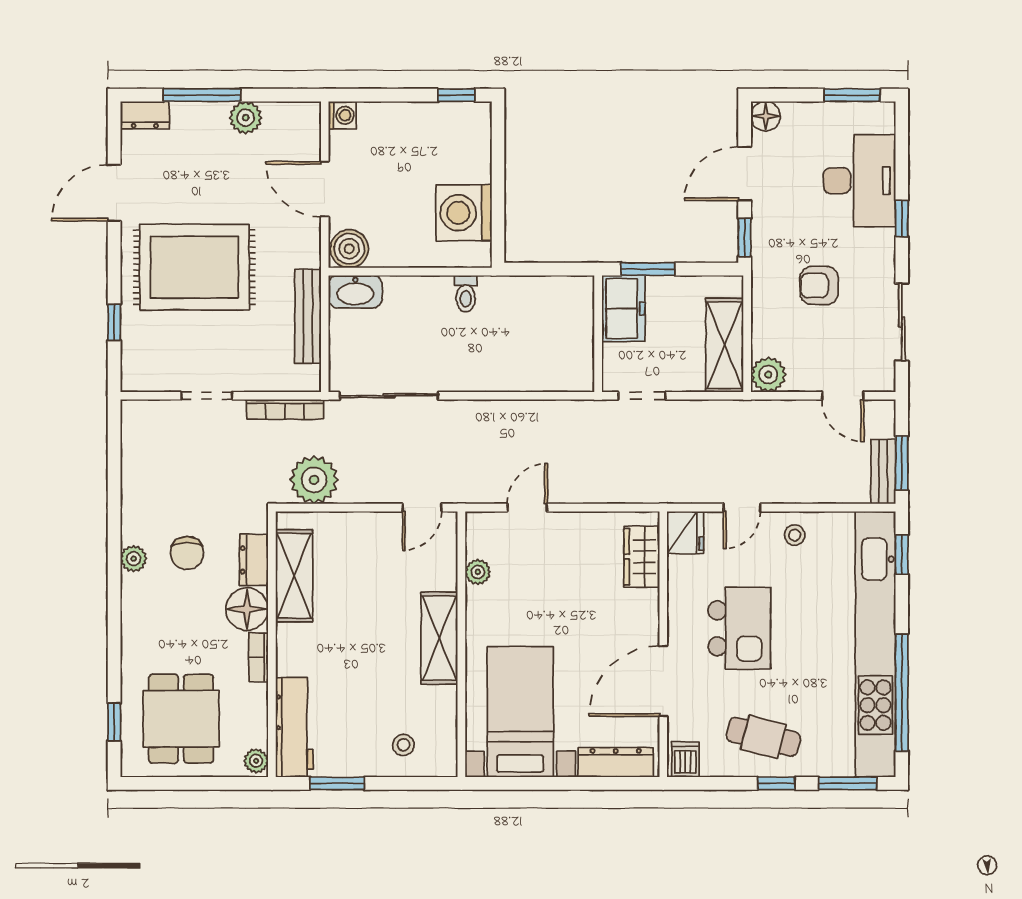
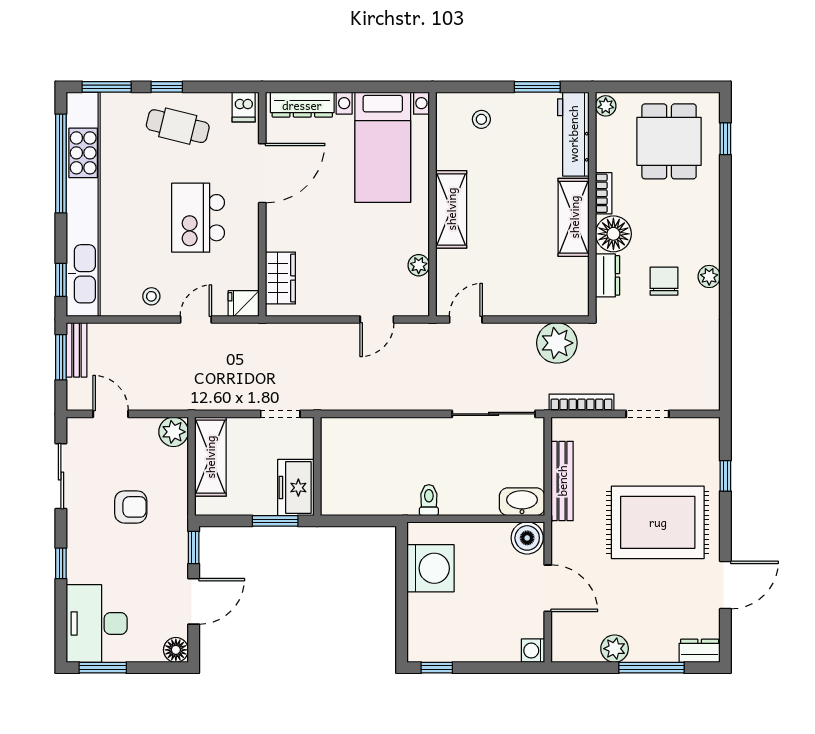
desk: (859, 181) -> (97, 623), moved
fridge: (685, 532) -> (244, 303), width x0.72
shelving: (294, 576) -> (574, 217), moved

